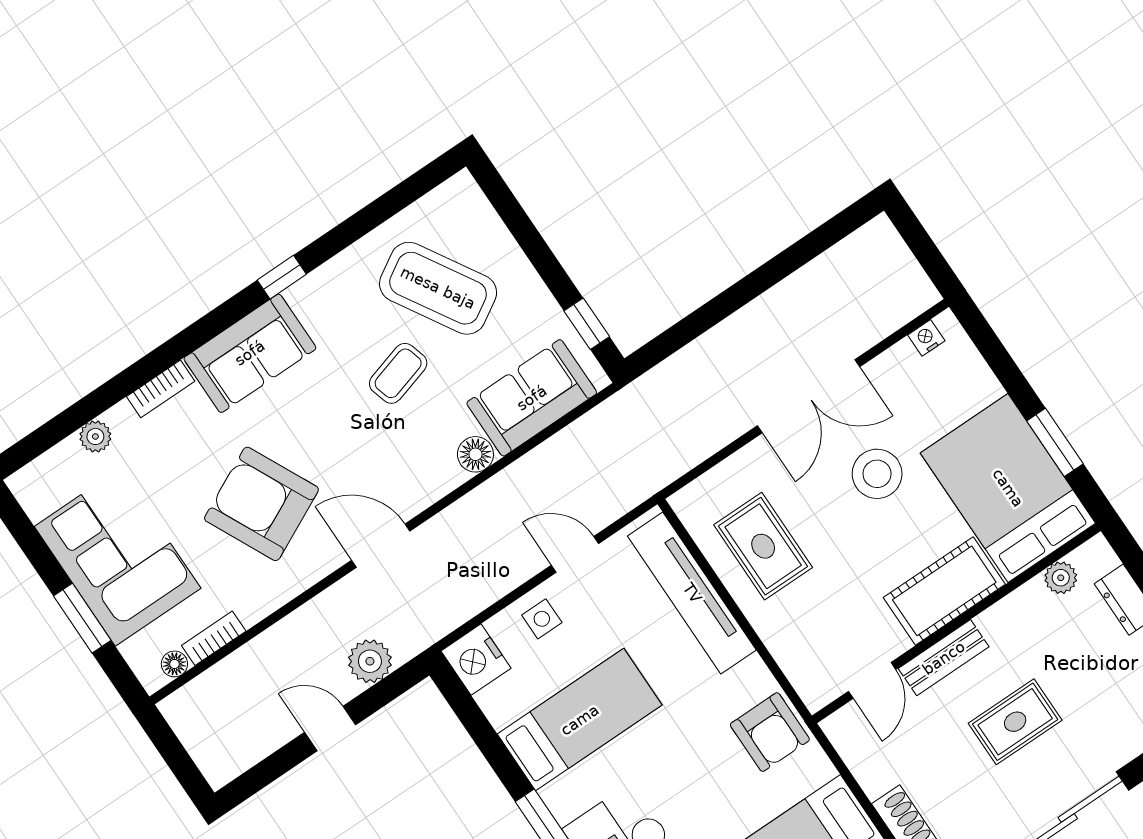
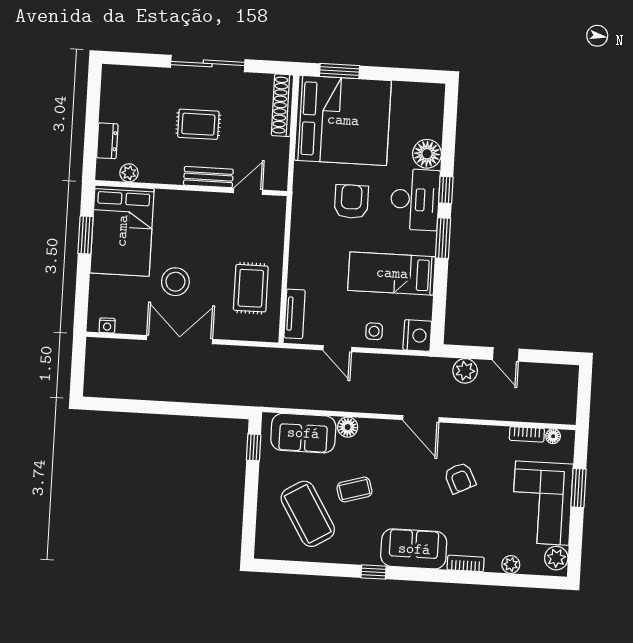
plant: (38, 495) -> (556, 558), added
armchair: (261, 504) -> (460, 478), width x0.53, depth x0.53
cot: (944, 591) -> (185, 207), removed
tv unit: (692, 593) -> (295, 314), width x0.52, depth x0.78
armchair: (770, 732) -> (351, 202), moved

